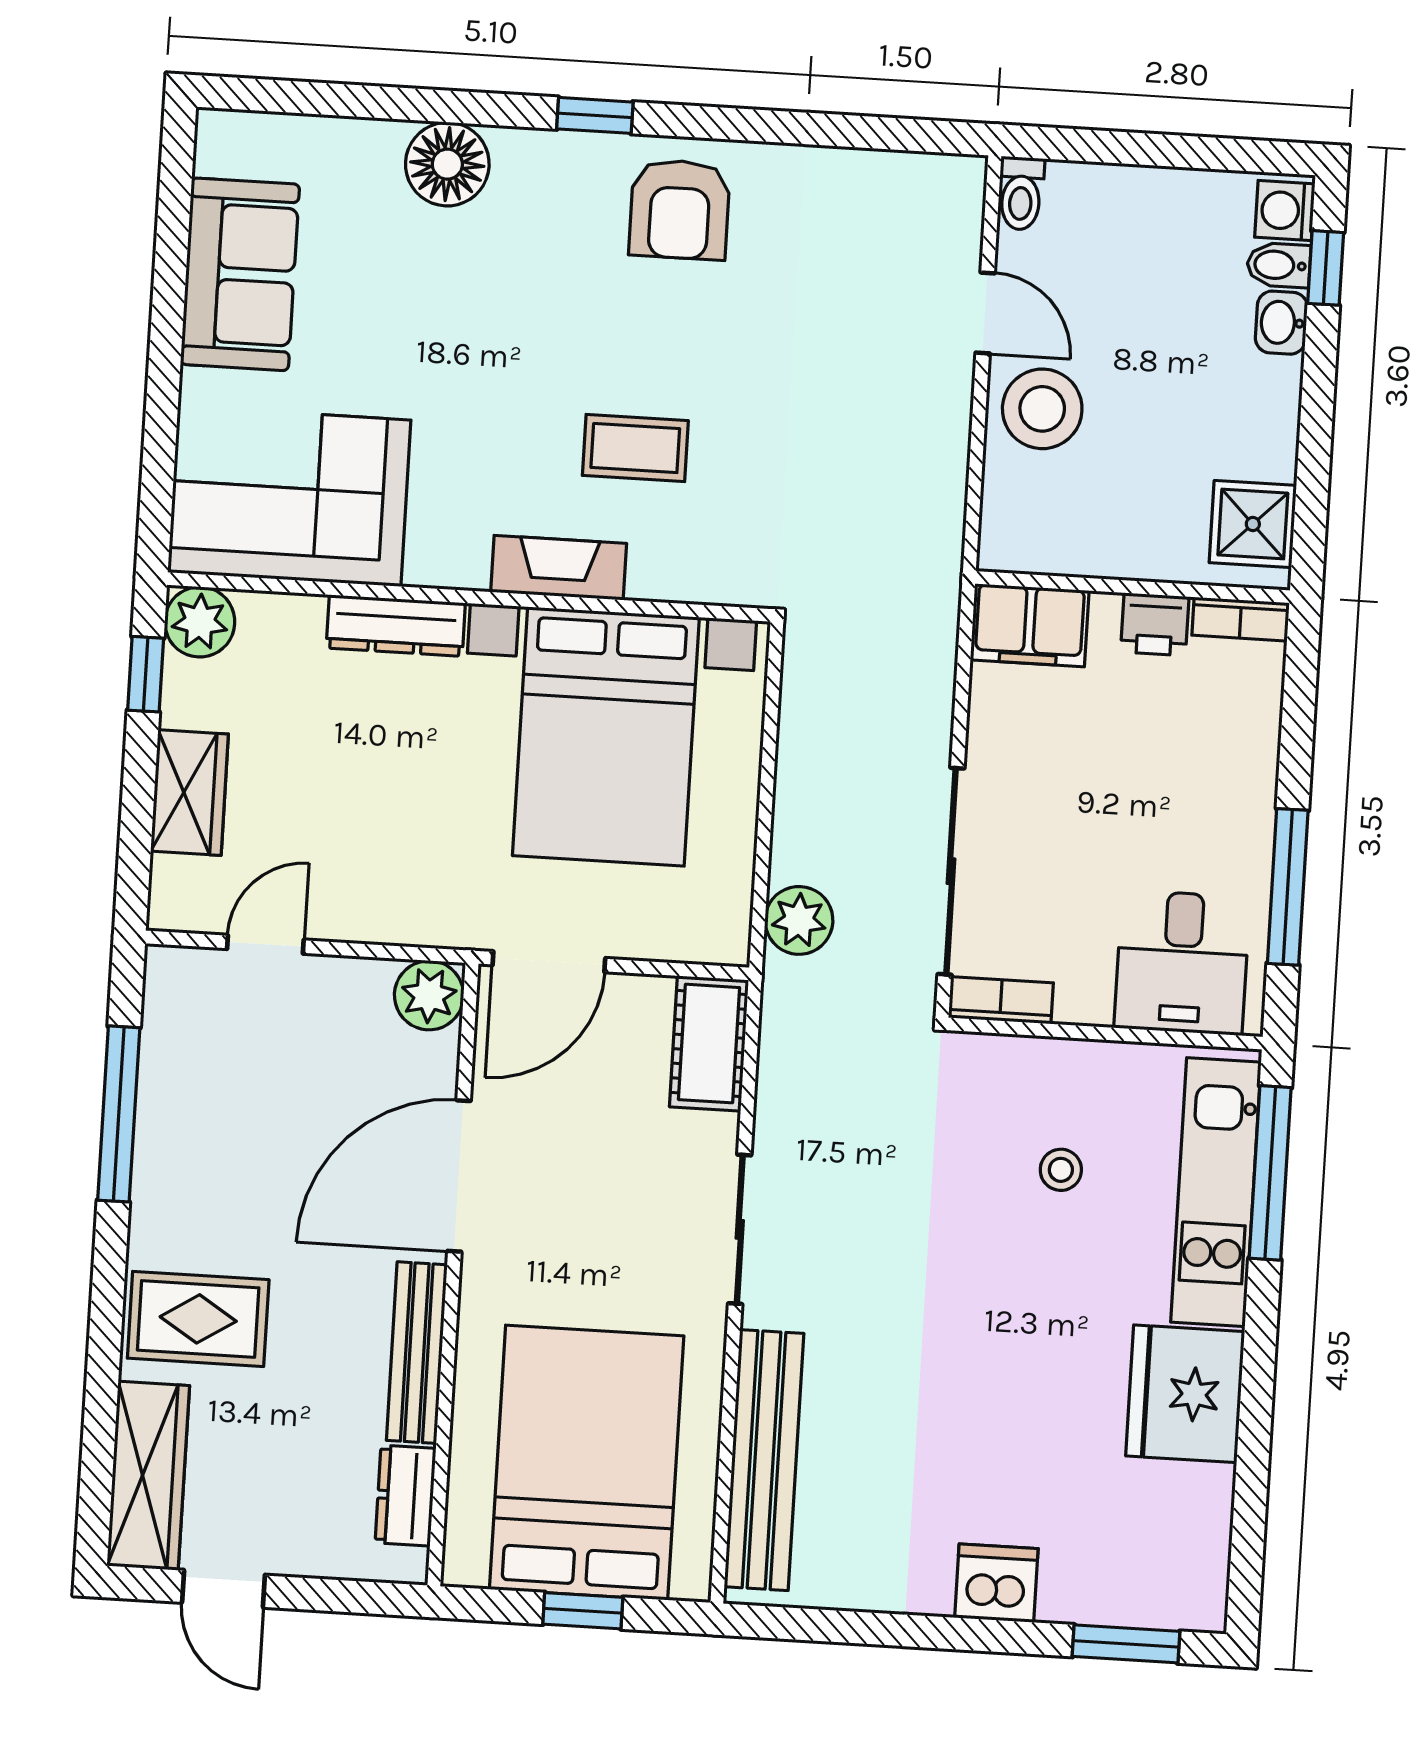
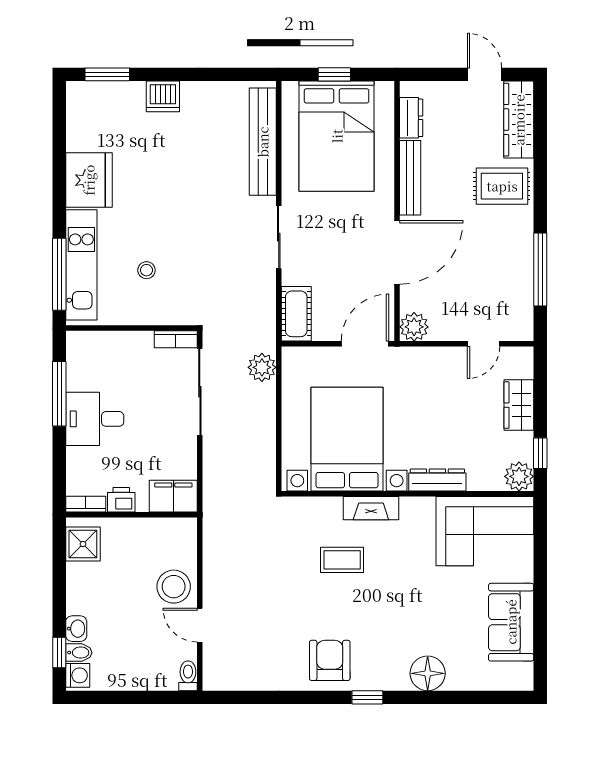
desk: (1182, 963) -> (95, 419), moved, turned -90

